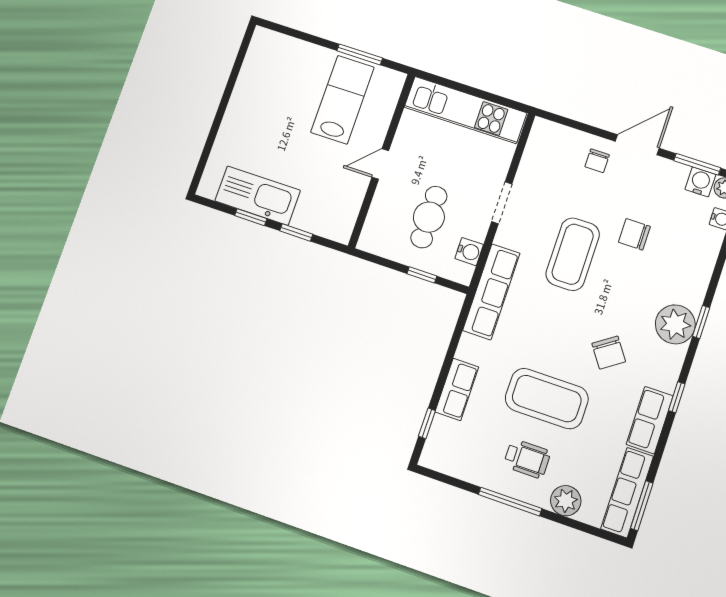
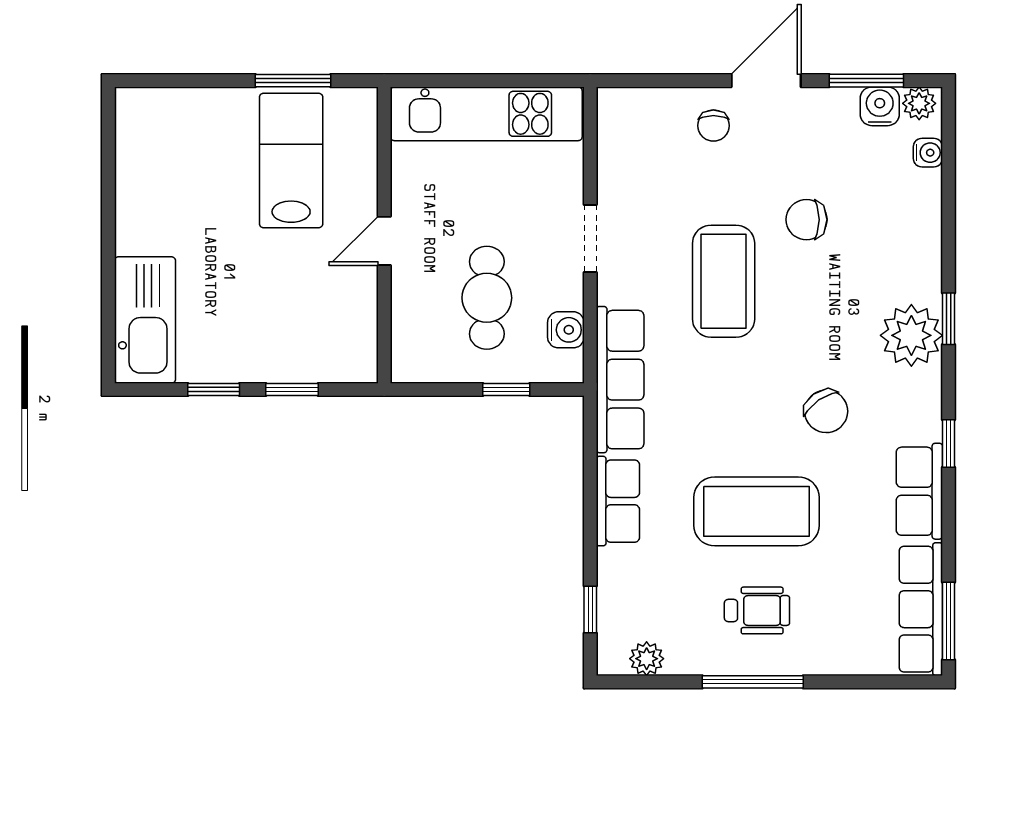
kitchen sink: (258, 196) -> (145, 320), moved, turned 90
row of seats: (457, 389) -> (618, 501), moved
plant: (566, 501) -> (647, 659), moved, width x0.73, depth x0.73

